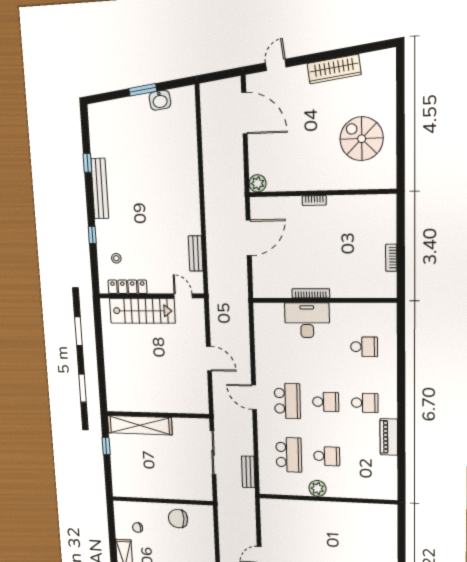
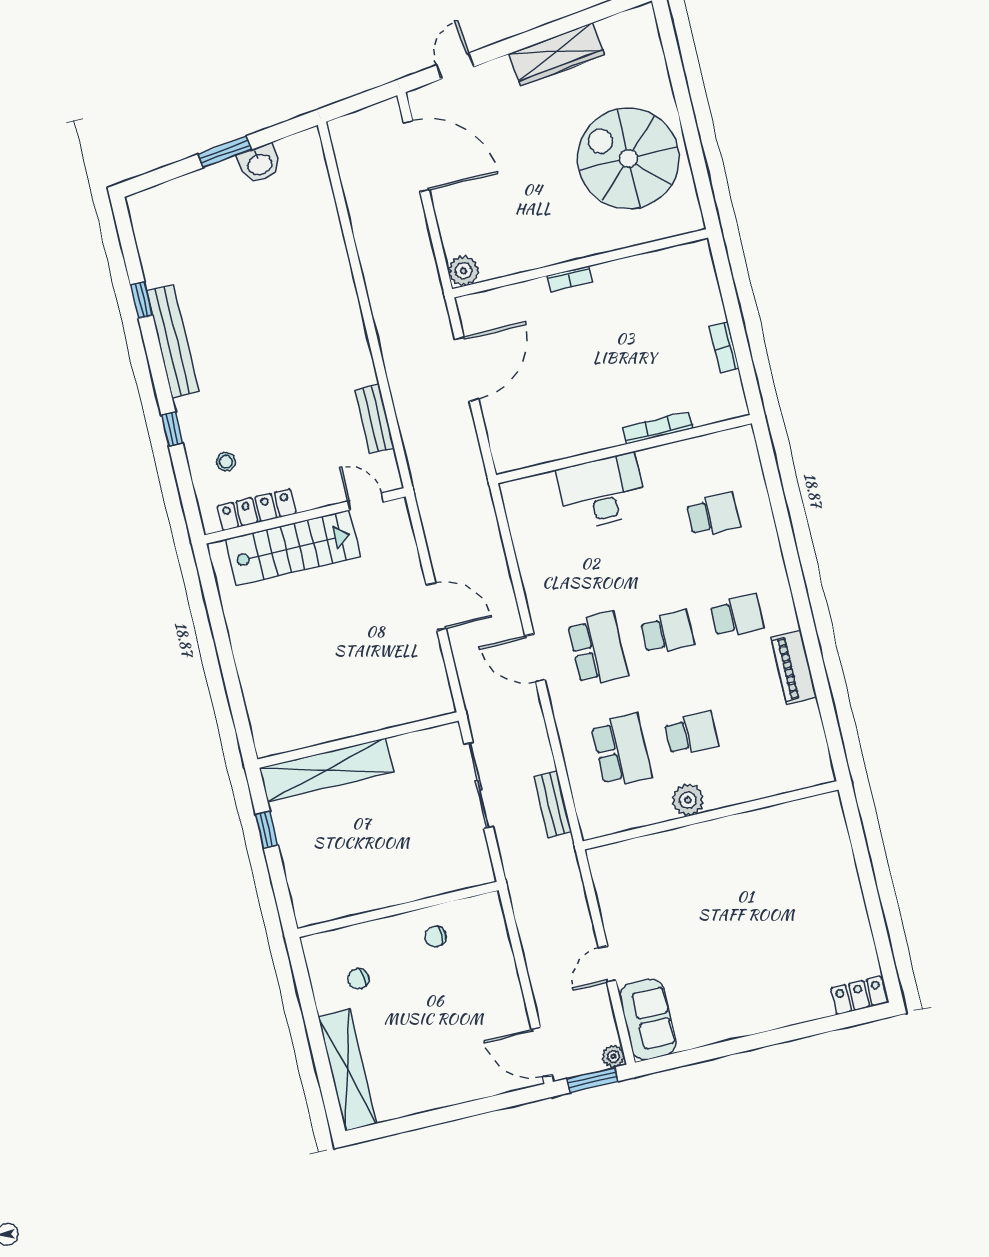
spiral stairs: (362, 139) -> (628, 158), width x1.37, depth x1.37
bookcase: (311, 293) -> (658, 428), moved
chair: (178, 519) -> (435, 936), width x0.54, depth x0.54

